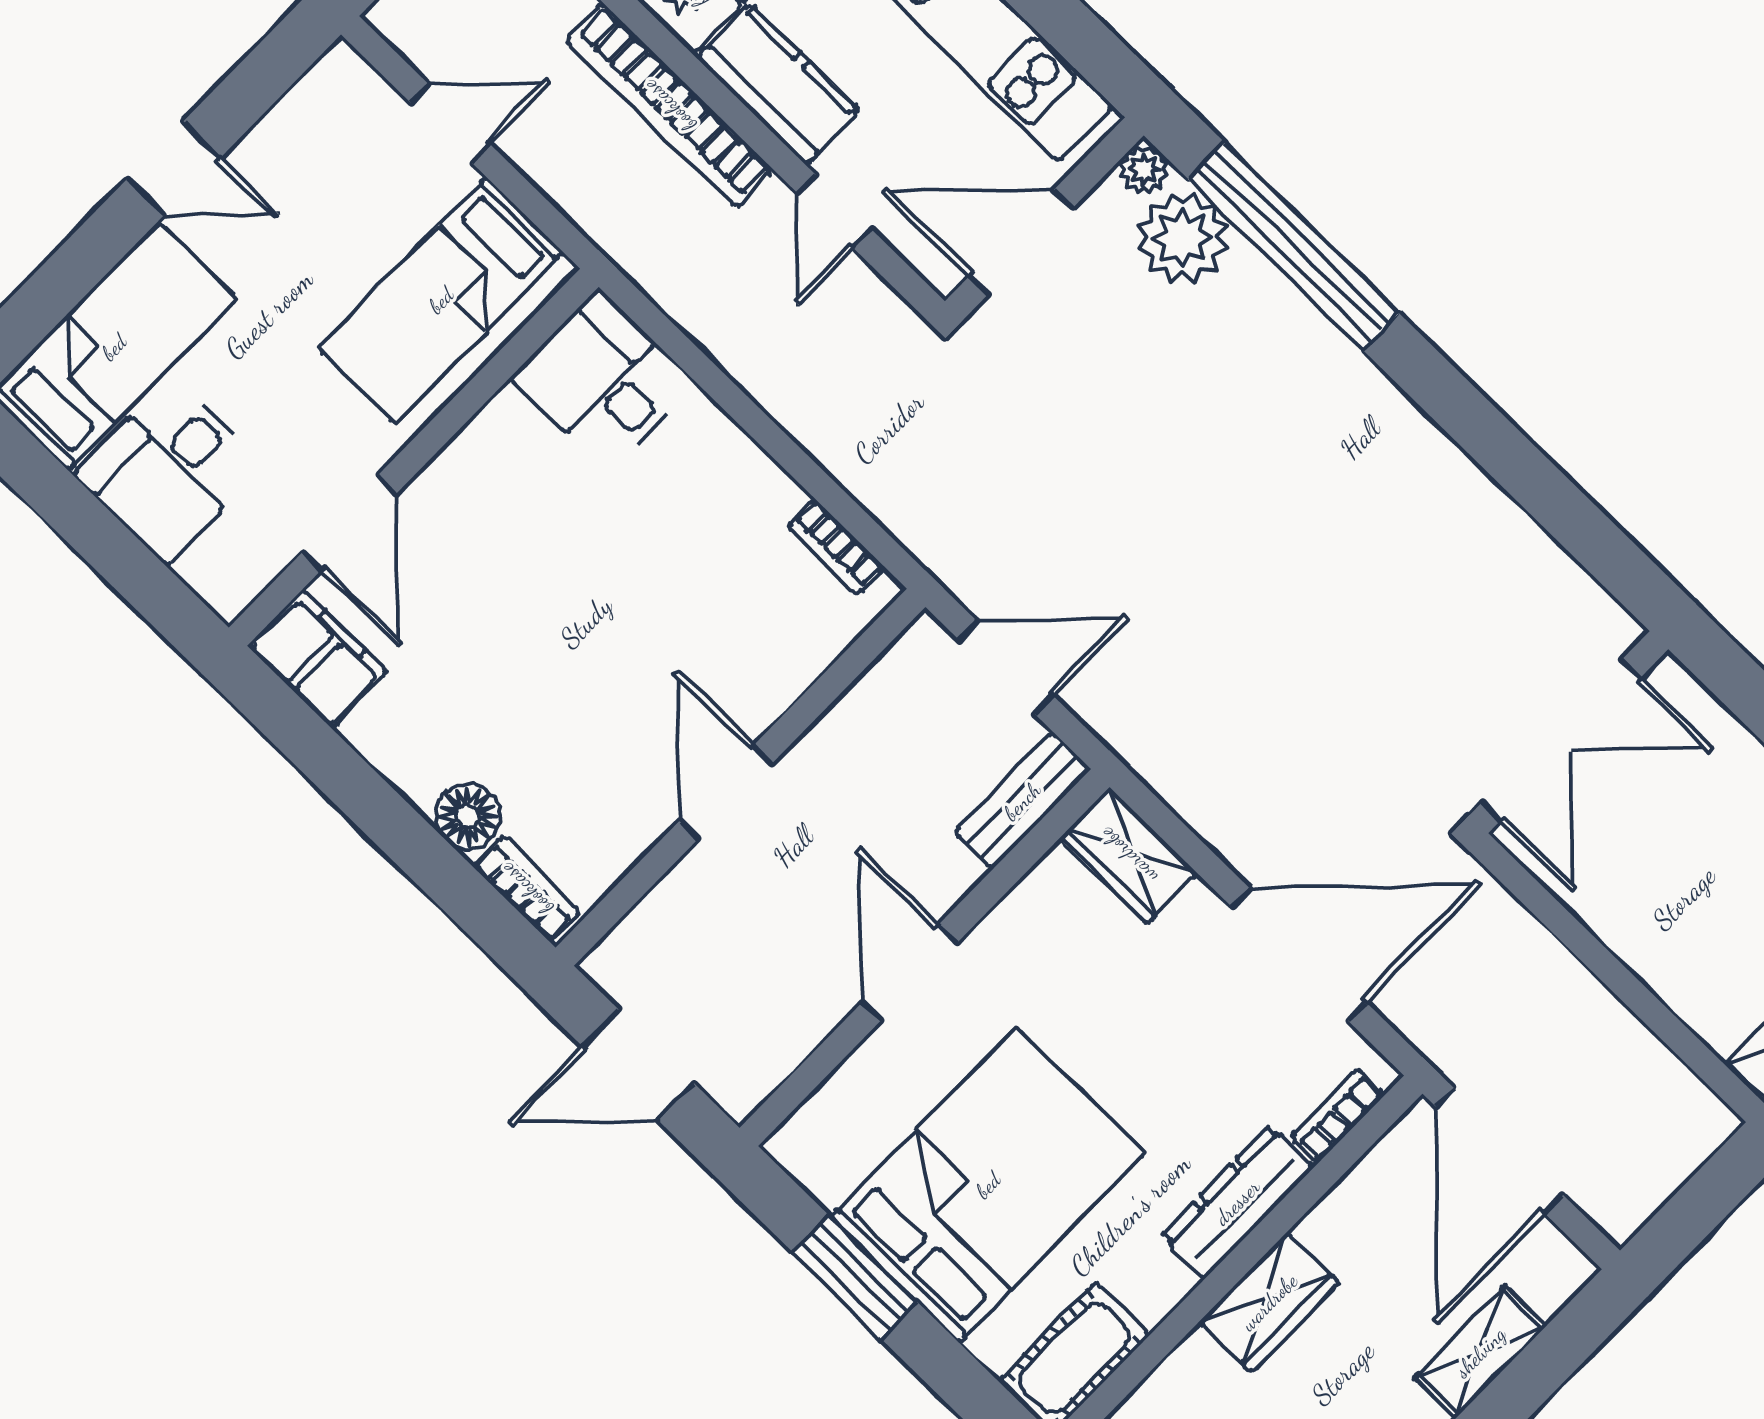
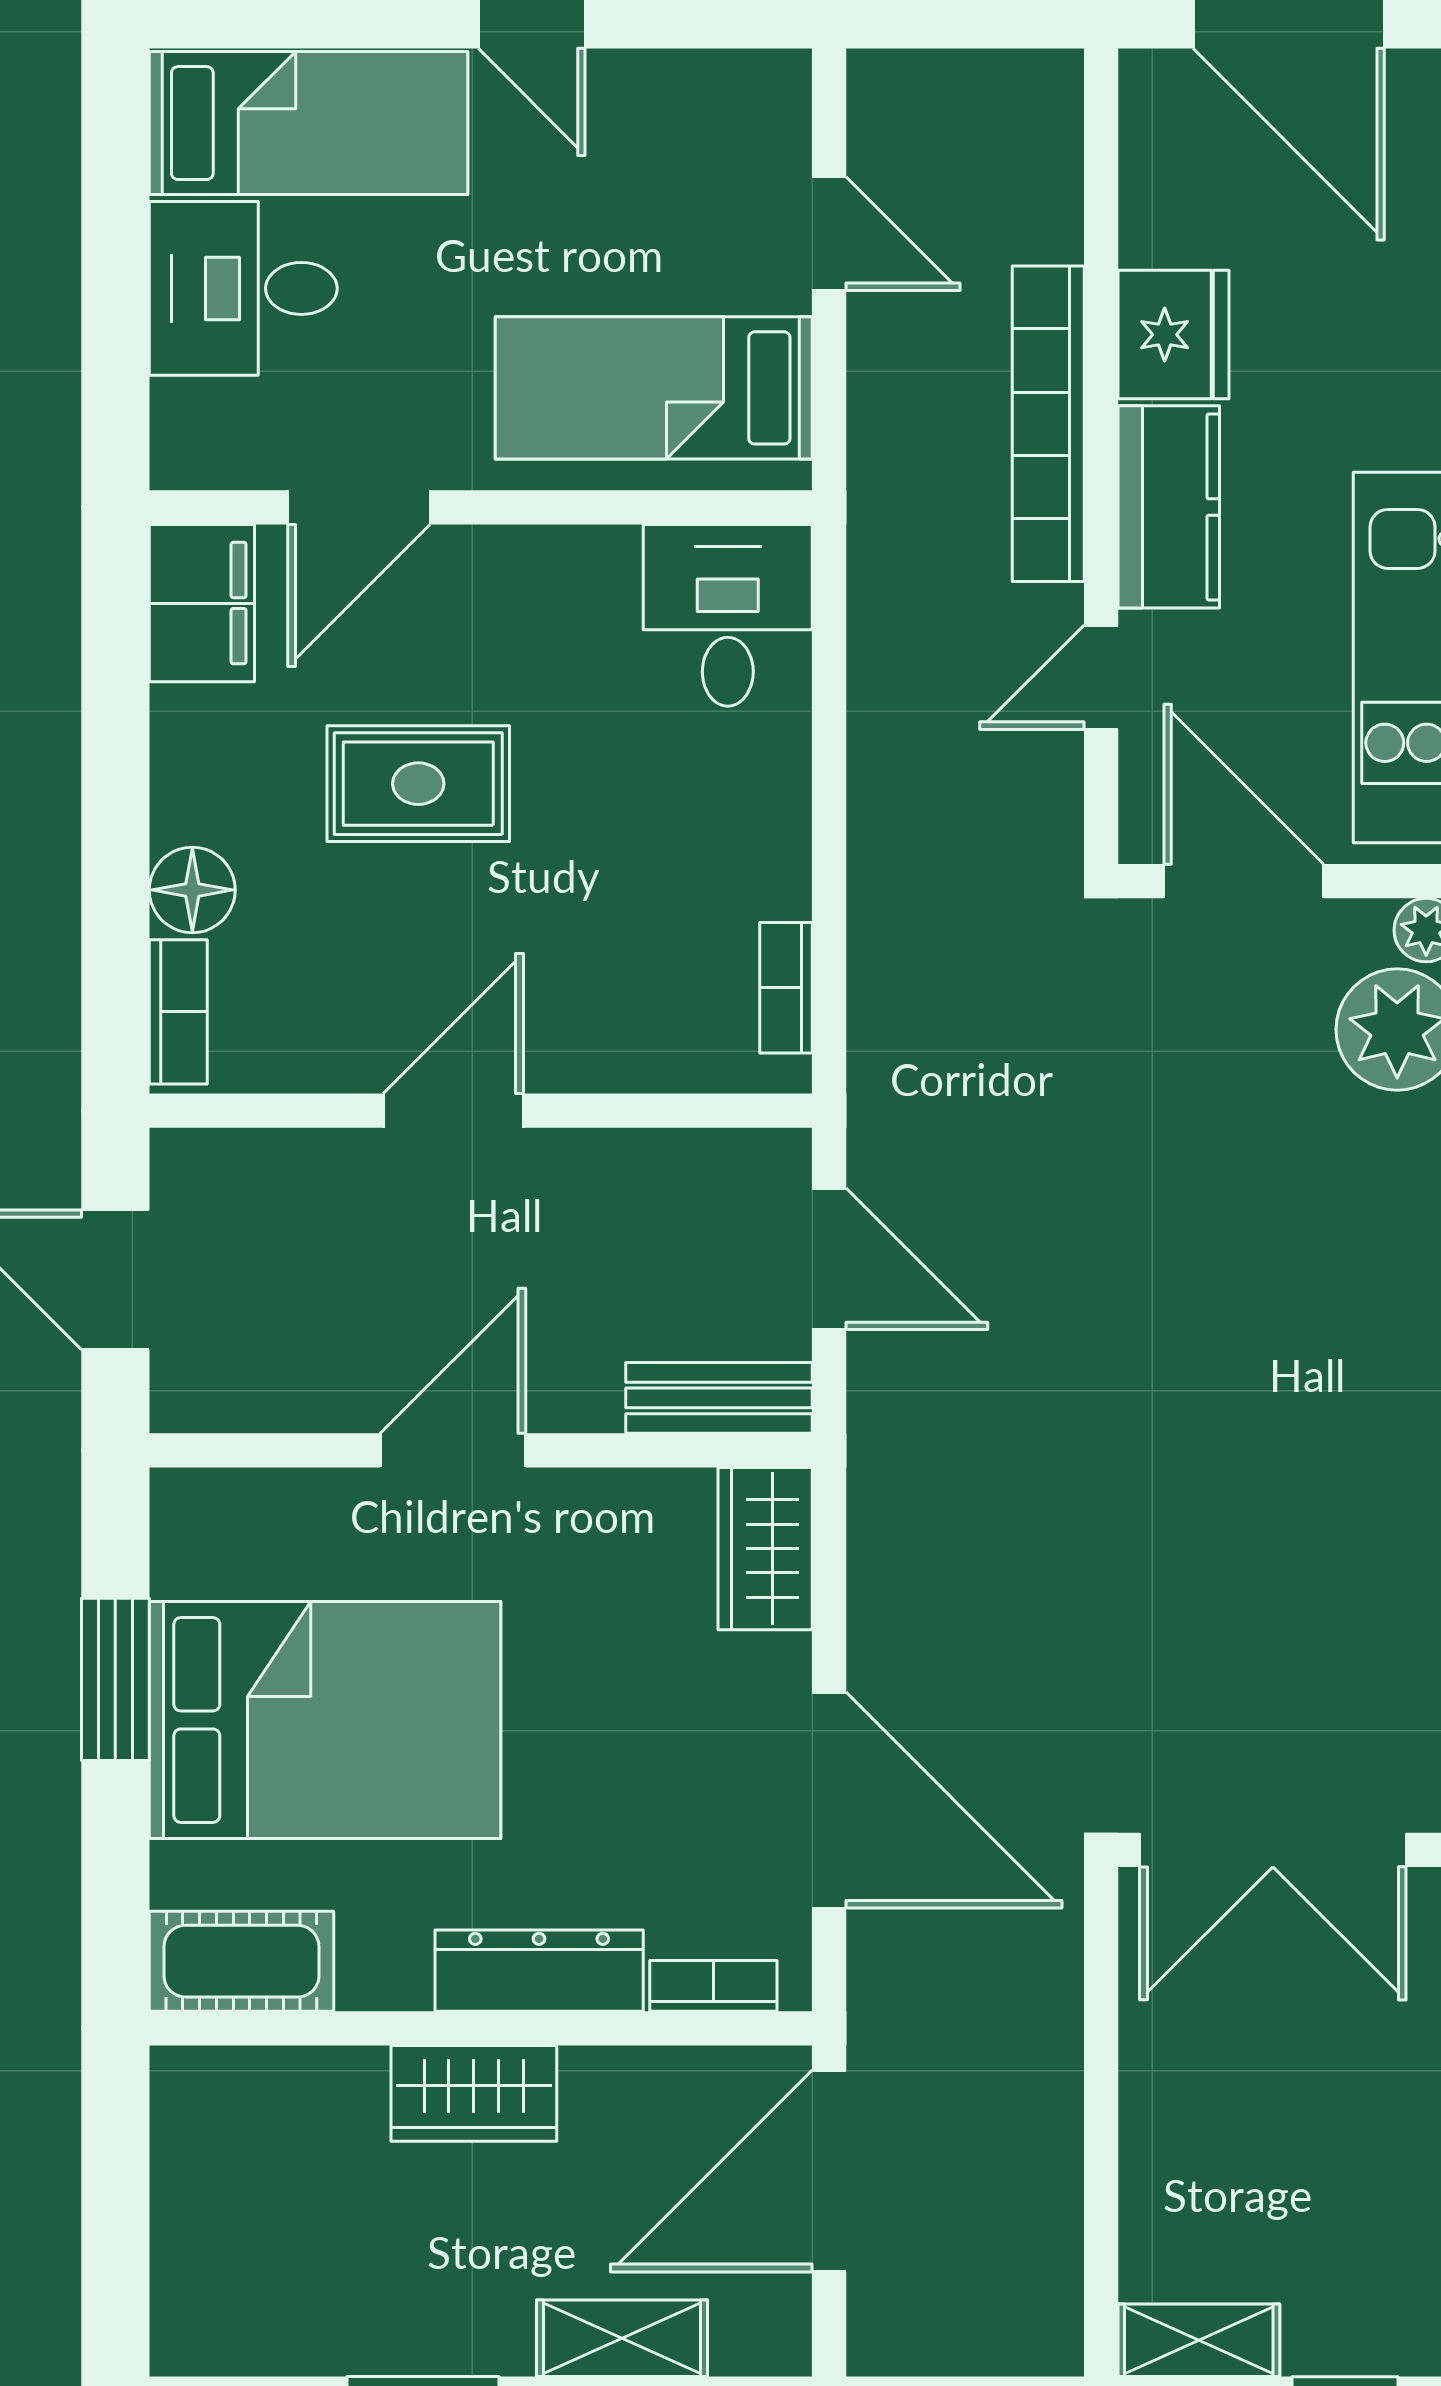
rug: (530, 638) -> (418, 784), added

